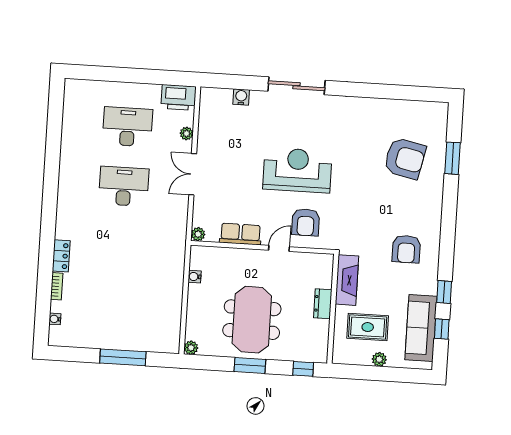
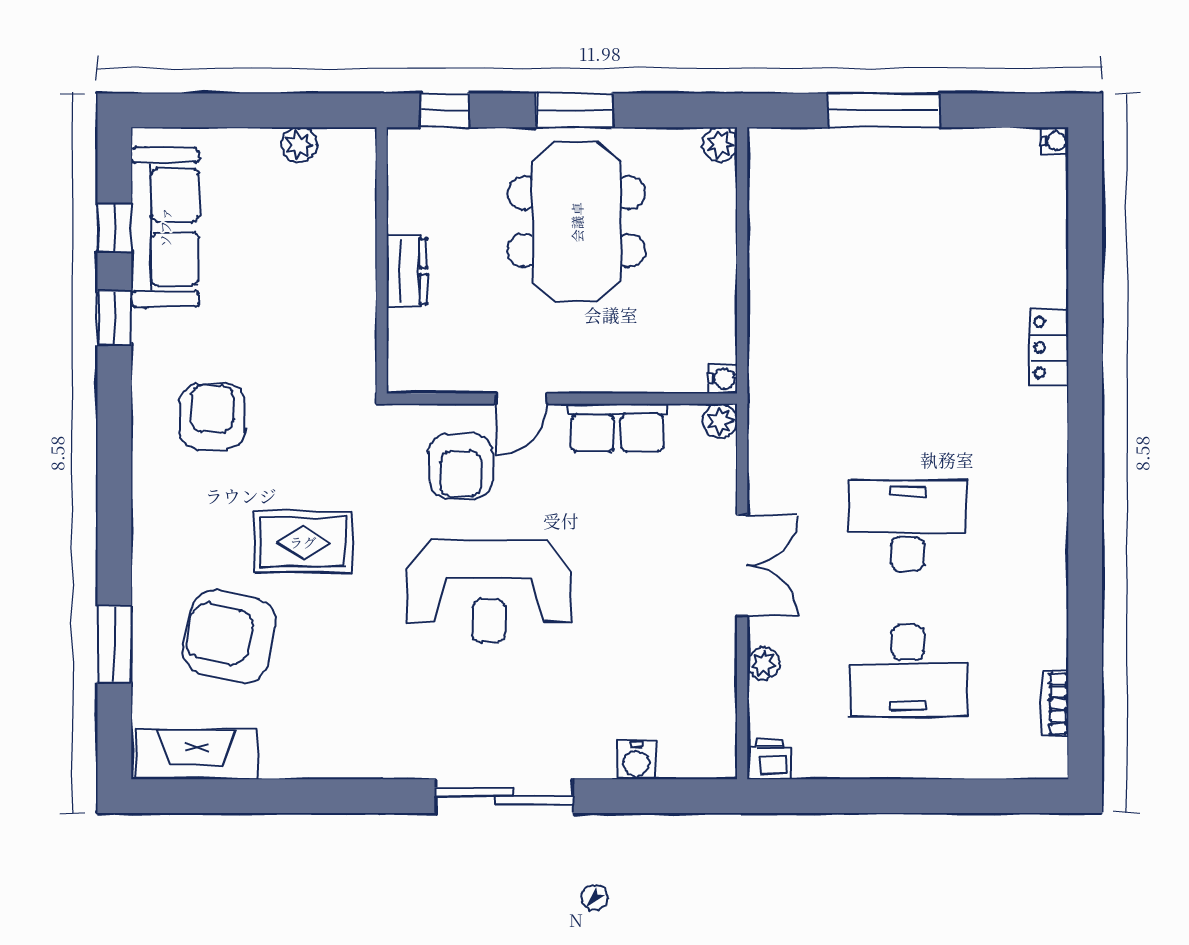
printer: (179, 97) -> (769, 759), width x0.53, depth x0.68
desk: (124, 186) -> (908, 526), turned 180
armchair: (306, 222) -> (461, 466), turned 180
water cooler: (195, 277) -> (722, 379), moved
fireplace: (347, 280) -> (196, 754), moved, turned 90
bookcase: (57, 286) -> (1055, 704), moved
water cooler: (55, 319) -> (1055, 141), moved
rug: (368, 327) -> (303, 542), moved
plant: (379, 359) -> (299, 145), moved

